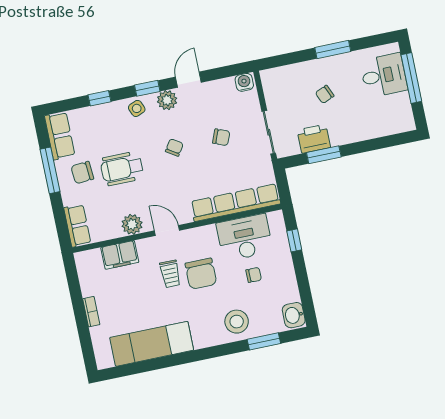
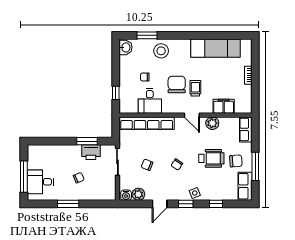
plant: (167, 100) -> (138, 194), moved
desk: (245, 238) -> (150, 101), width x0.73

